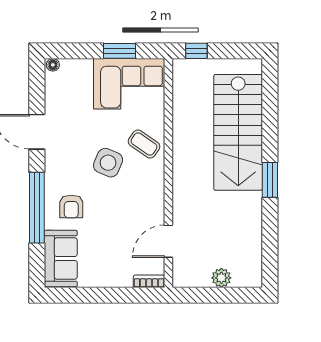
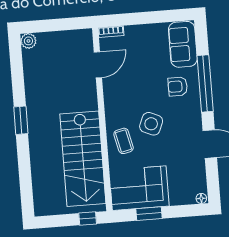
stairs: (238, 132) -> (83, 159), moved, turned 180
coffee table: (144, 144) -> (124, 141), turned 42
armchair: (71, 206) -> (178, 86), turned -90
plant: (221, 278) -> (28, 41), moved

